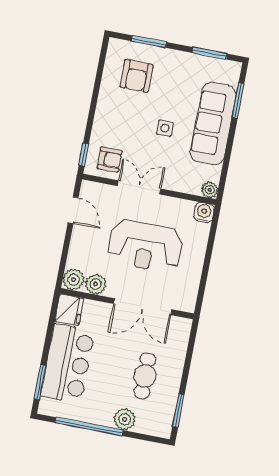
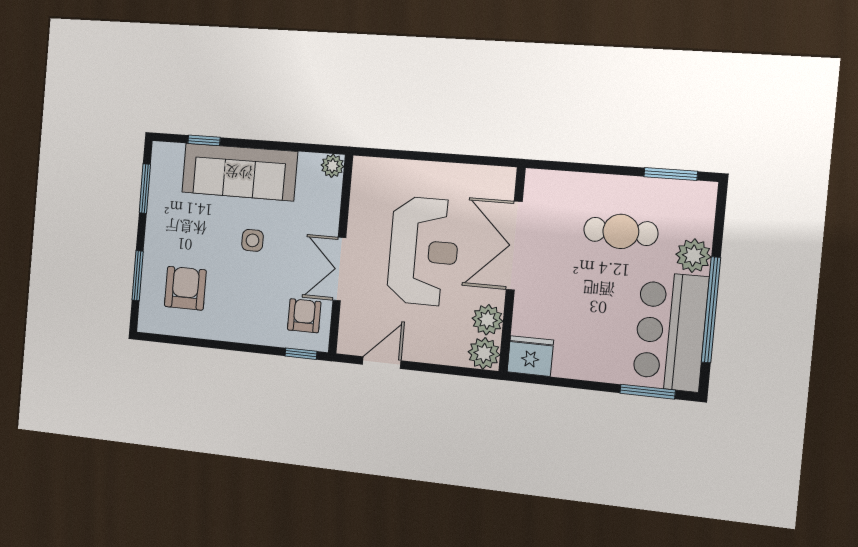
armchair: (137, 76) -> (185, 288), turned -90
window: (238, 100) -> (204, 140), width x0.67
water cooler: (204, 212) -> (366, 170), removed
double door: (143, 307) -> (514, 246), swing flipped
bar counter: (68, 363) -> (670, 331), moved, turned -90

